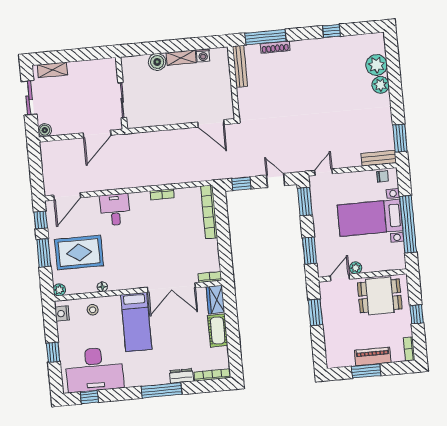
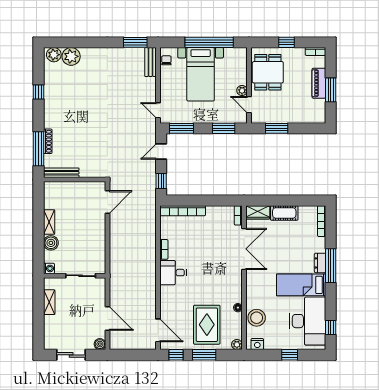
washing machine: (203, 55) -> (49, 268), moved
shelving: (52, 70) -> (49, 302), moved
plant: (380, 85) -> (54, 55), moved
door: (97, 134) -> (107, 318), moved
desk: (115, 210) -> (173, 273), moved
stool: (93, 310) -> (257, 318), width x1.89, depth x1.89
bed: (136, 322) -> (301, 285), moved, turned 180
dresser: (181, 376) -> (320, 263), moved

